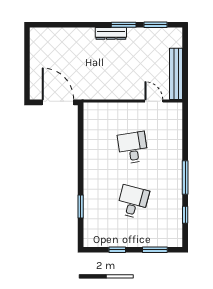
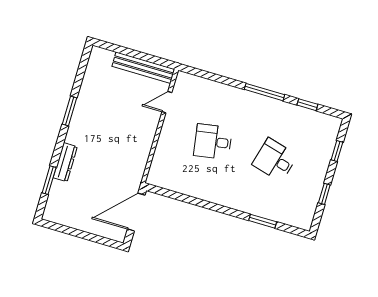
window: (156, 25) -> (49, 180), moved
dresser: (111, 33) -> (65, 162), moved
window: (155, 250) -> (337, 151), width x0.67

